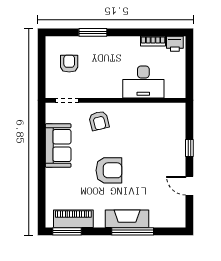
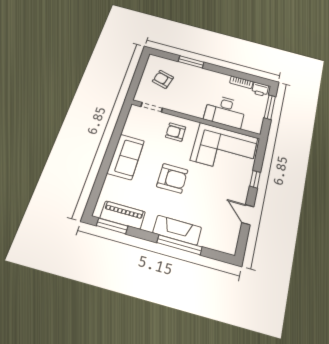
window: (189, 63) -> (270, 107), added
armchair: (69, 64) -> (163, 79), turned -75
armchair: (99, 121) -> (176, 132), turned 104
corner sofa: (152, 125) -> (224, 149), added
sofa: (58, 146) -> (126, 157), moved

